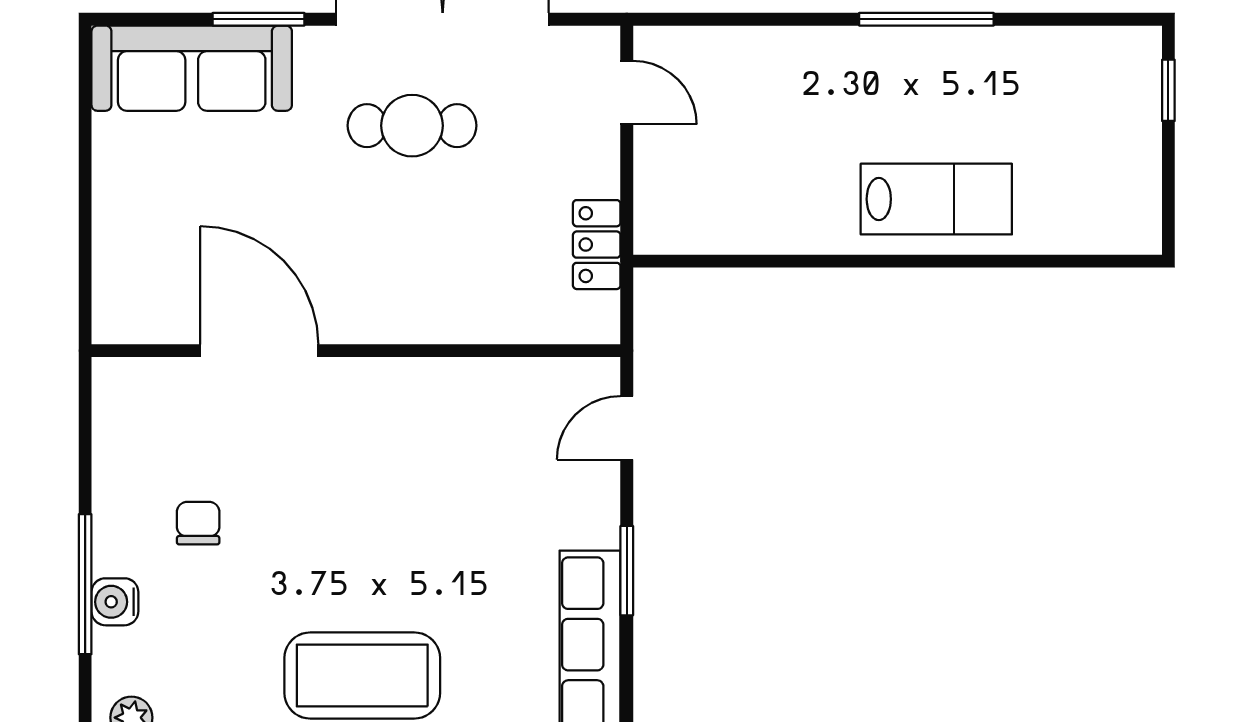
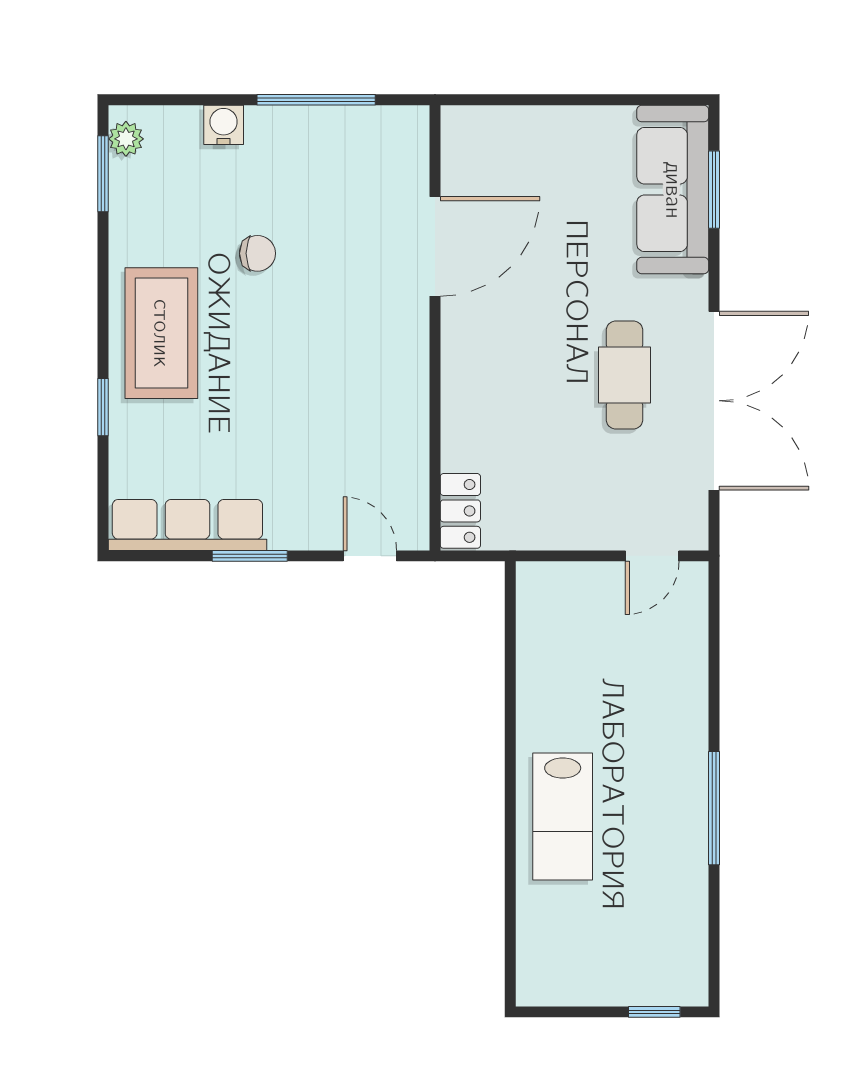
window: (259, 19) -> (714, 190), moved
locker: (597, 245) -> (460, 511), moved, turned 90
chair: (198, 523) -> (257, 253), moved
window: (85, 584) -> (316, 100), moved

